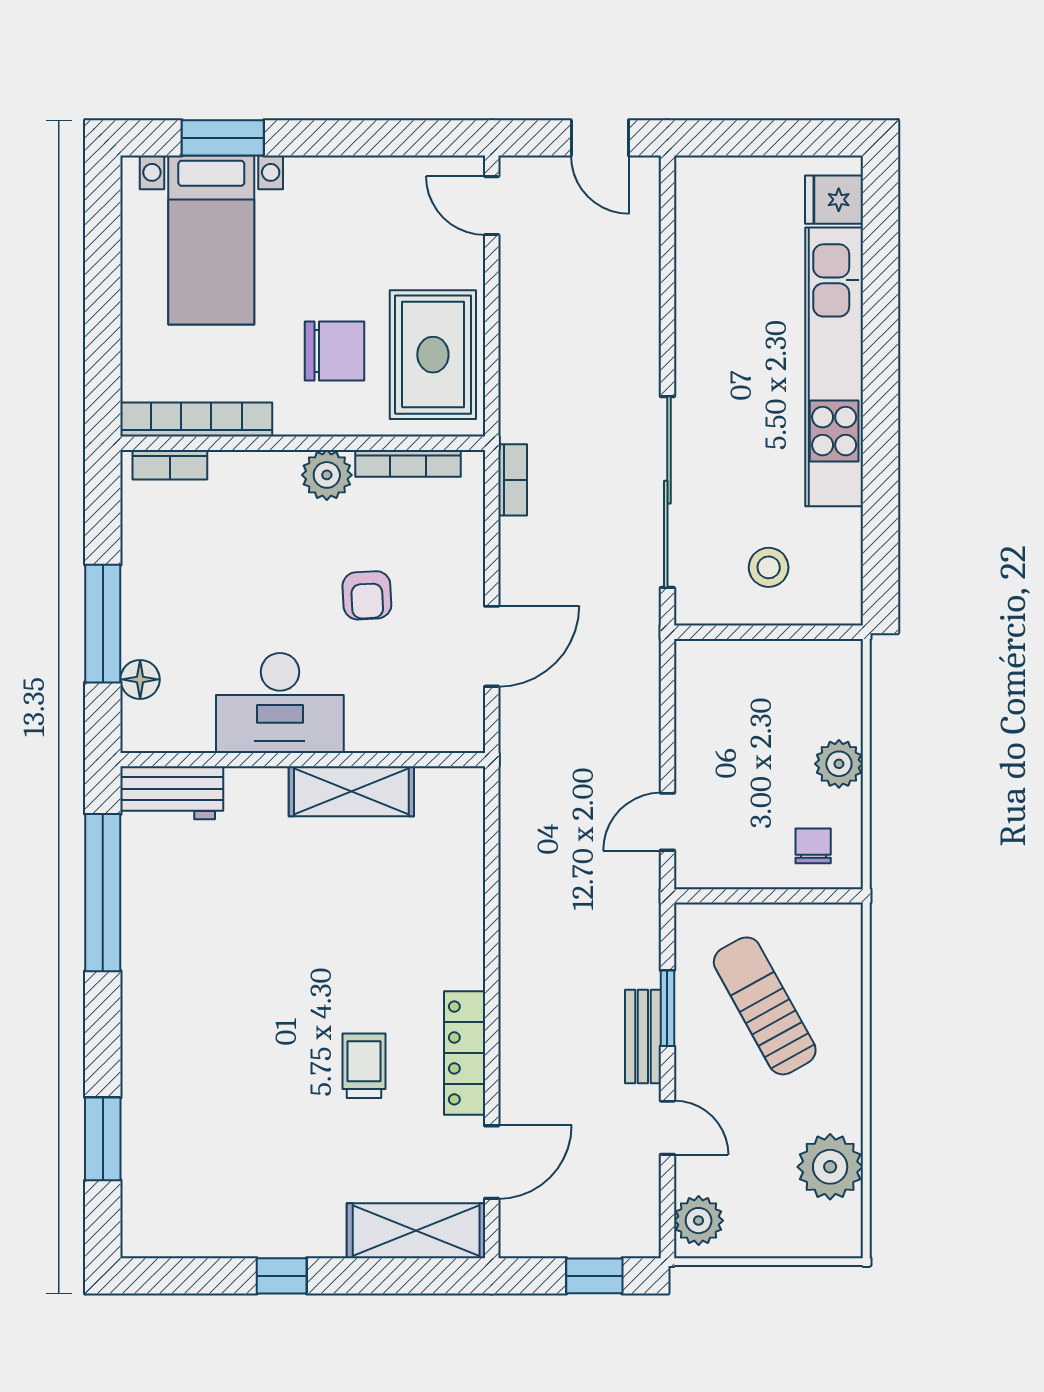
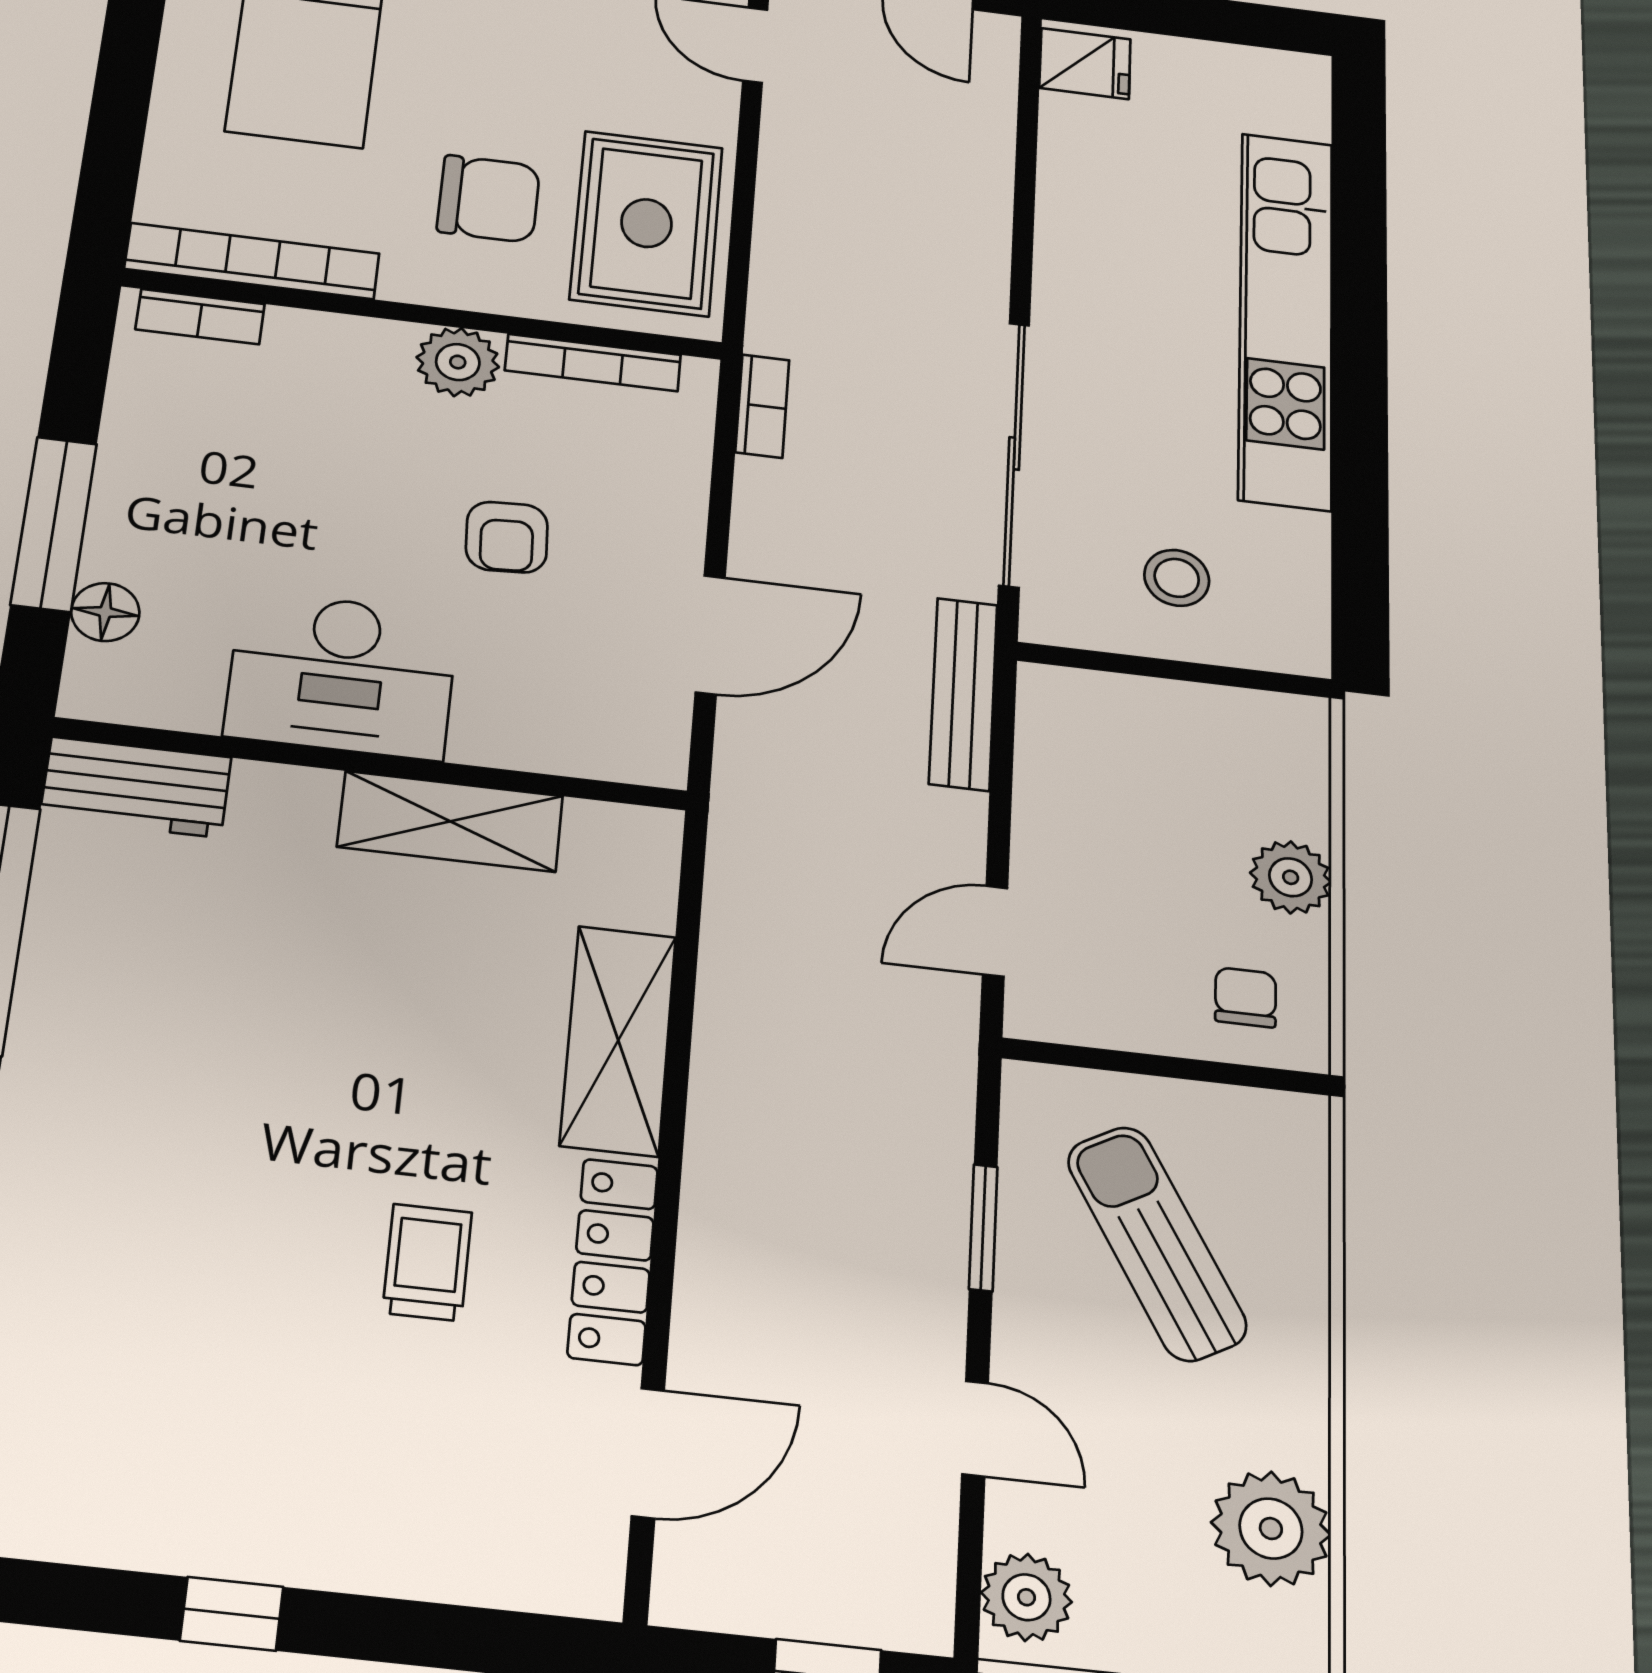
fridge: (834, 200) -> (1085, 64), moved, turned 180
bench: (643, 1037) -> (963, 694), moved, width x1.36
shelving: (416, 1231) -> (618, 1040), moved, turned 90

